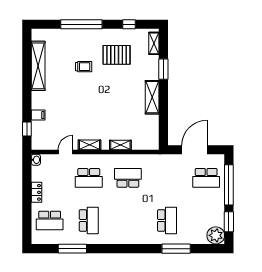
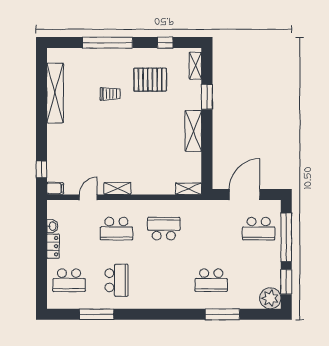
filing cabinet: (38, 115) -> (55, 188), moved
shelving: (120, 145) -> (189, 189), moved
washbasin: (36, 160) -> (52, 226), moved
school desk: (167, 220) -> (211, 280), turned 90

